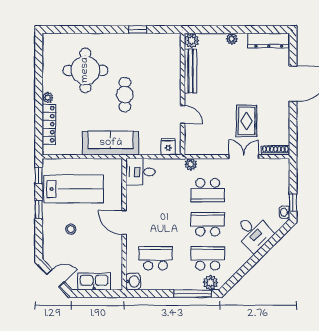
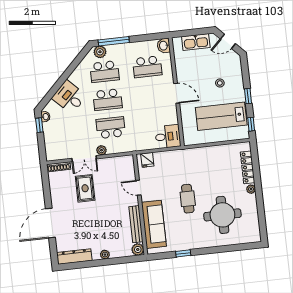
sofa: (111, 143) -> (154, 224), moved, turned -90
plant: (191, 164) -> (101, 150), moved

